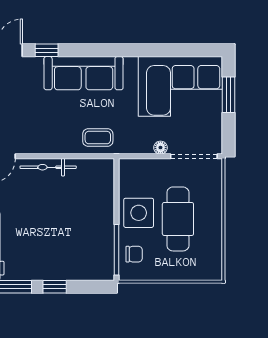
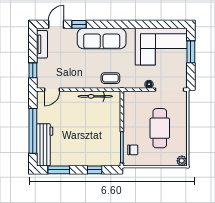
bicycle: (48, 167) -> (95, 96), moved
side table: (139, 213) -> (136, 124), removed
plant: (214, 272) -> (182, 161), added
window: (55, 287) -> (95, 170), moved

